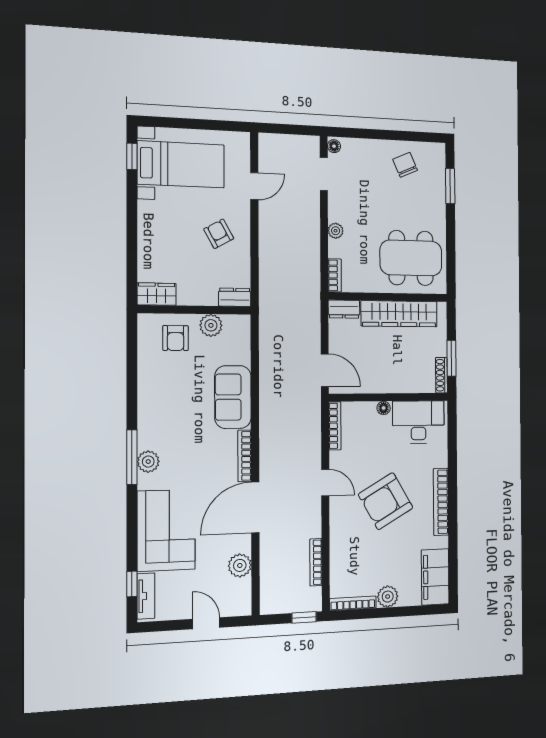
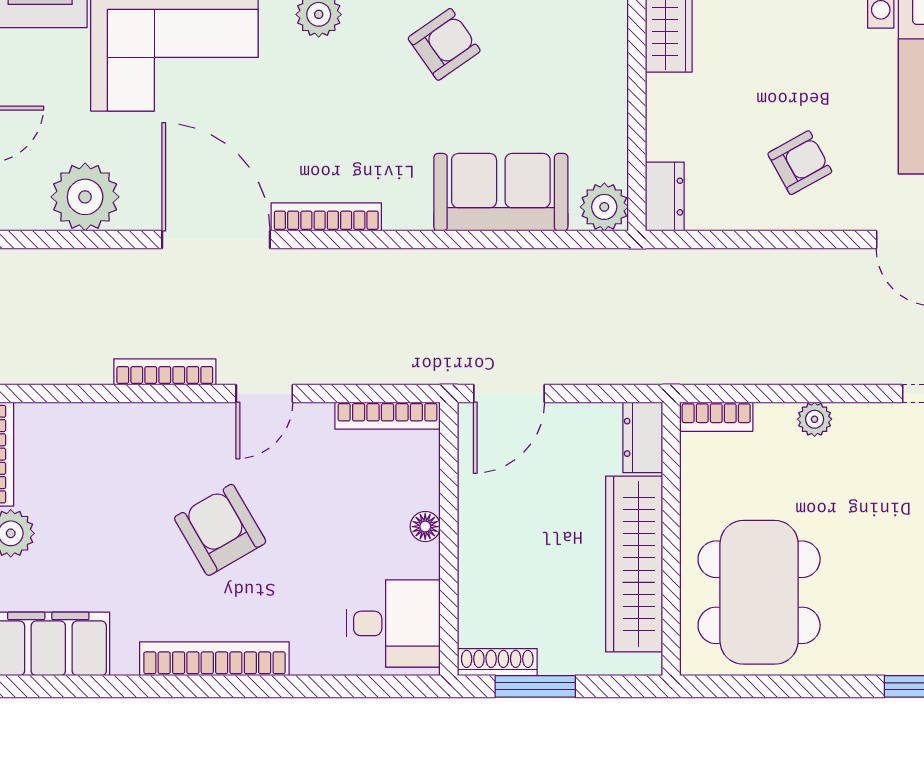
plant: (211, 325) -> (604, 207), moved
armchair: (176, 338) -> (444, 44), moved, turned 145
sofa: (233, 397) -> (501, 192), moved
desk: (418, 422) -> (393, 623), width x0.73
armchair: (386, 501) -> (220, 530), width x0.73, depth x0.73
bookcase: (316, 562) -> (165, 372), moved
plant: (240, 565) -> (85, 197), width x1.36, depth x1.36

